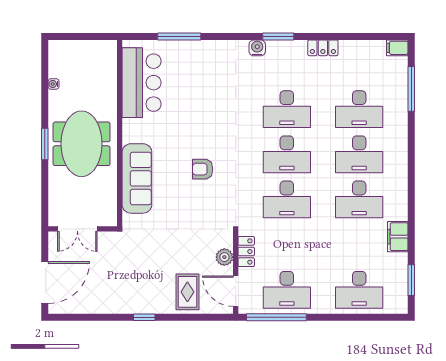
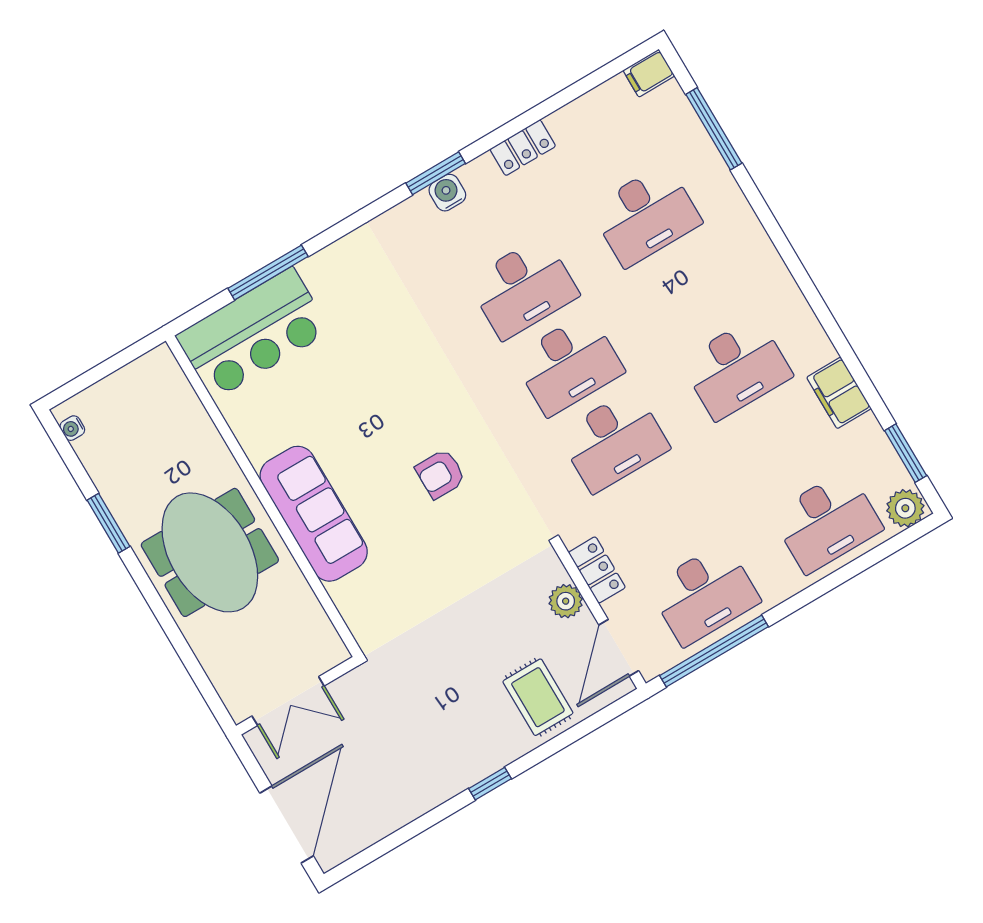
water cooler: (257, 48) -> (447, 193), moved
bar counter: (142, 83) -> (253, 333), moved, turned 90
water cooler: (54, 84) -> (72, 428), moved
window: (45, 144) -> (108, 523), moved
desk: (359, 154) -> (691, 292), removed
sofa: (137, 178) -> (314, 514), moved
door: (236, 291) -> (619, 648), hinge flipped
plant: (397, 304) -> (905, 508), added

